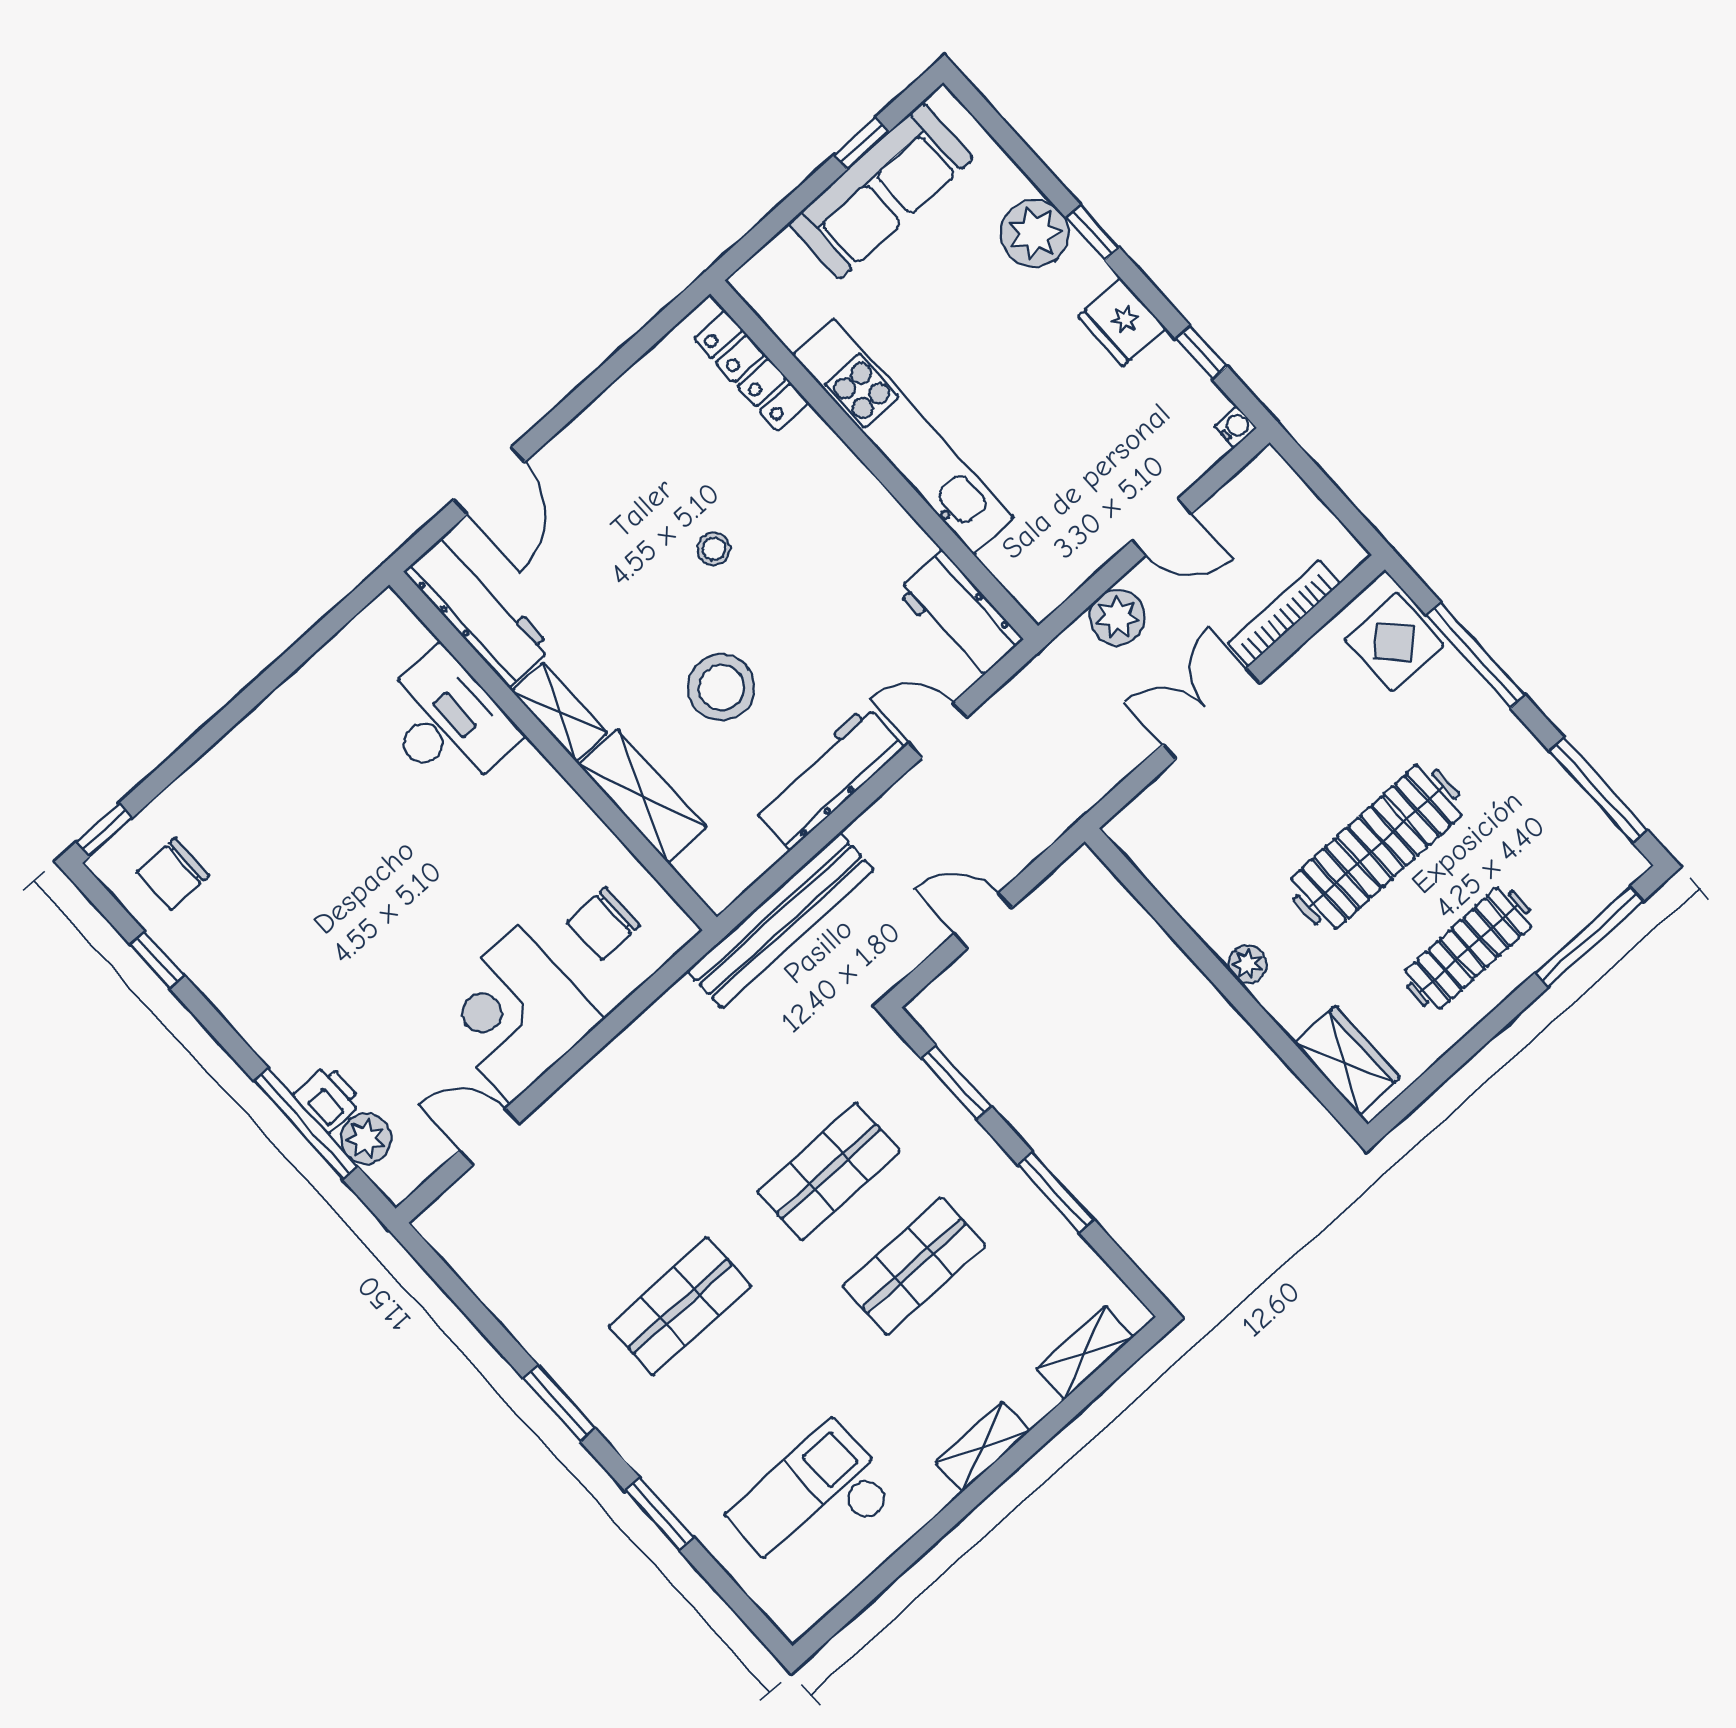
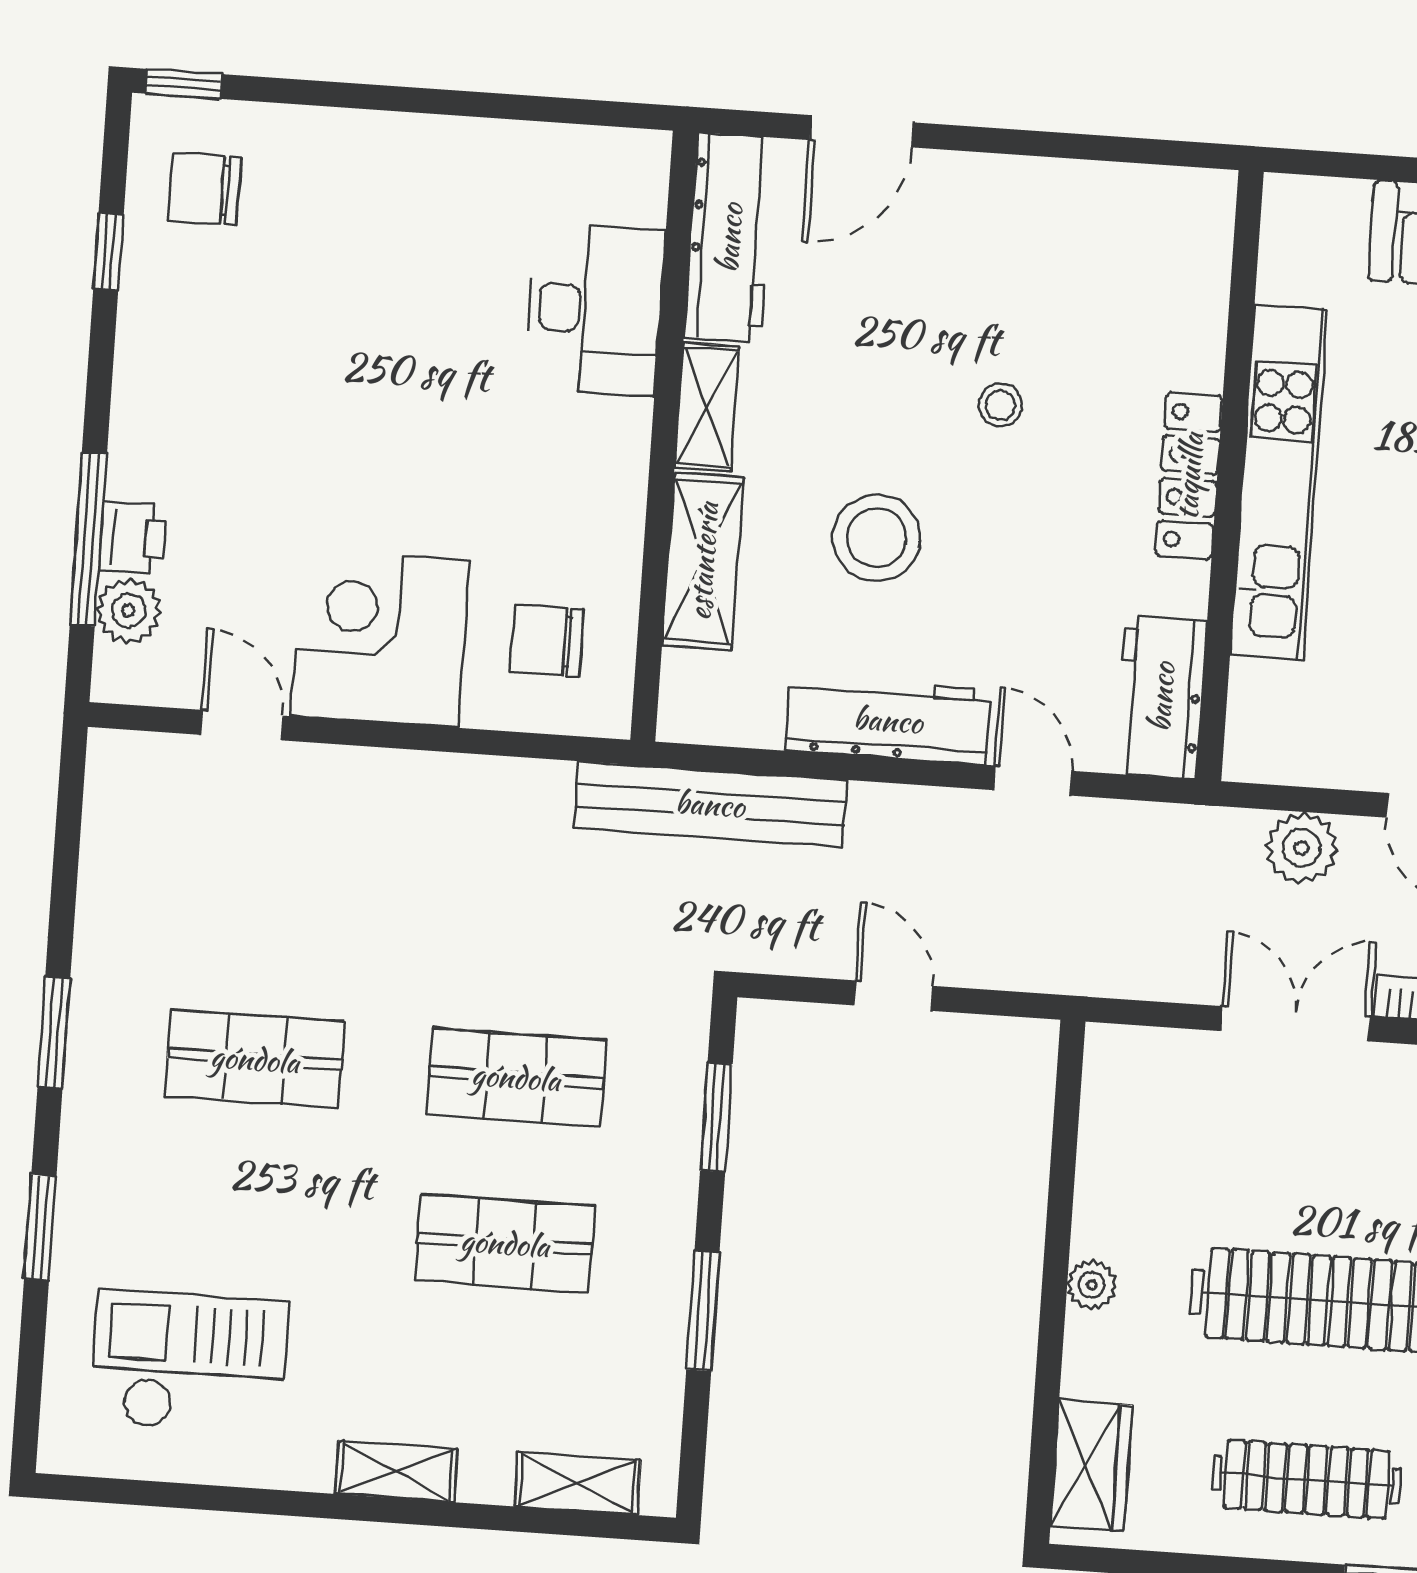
locker: (751, 371) -> (1189, 476), moved

